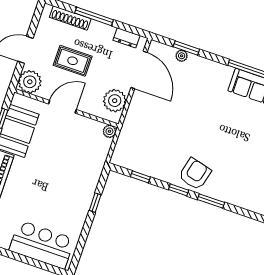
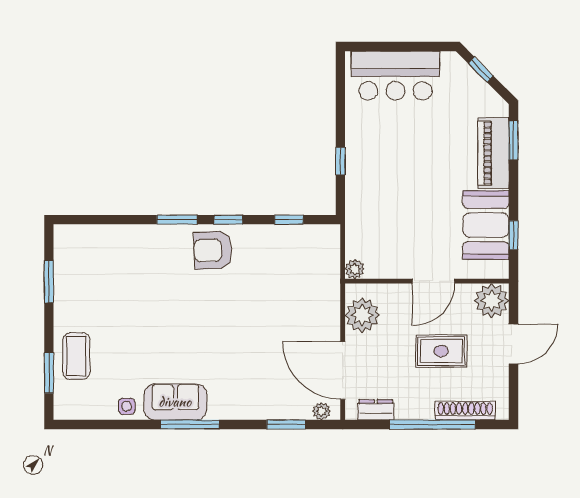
window: (94, 16) -> (432, 425), width x1.46
plant: (182, 56) -> (322, 411), moved
armchair: (195, 174) -> (213, 250), turned 73

